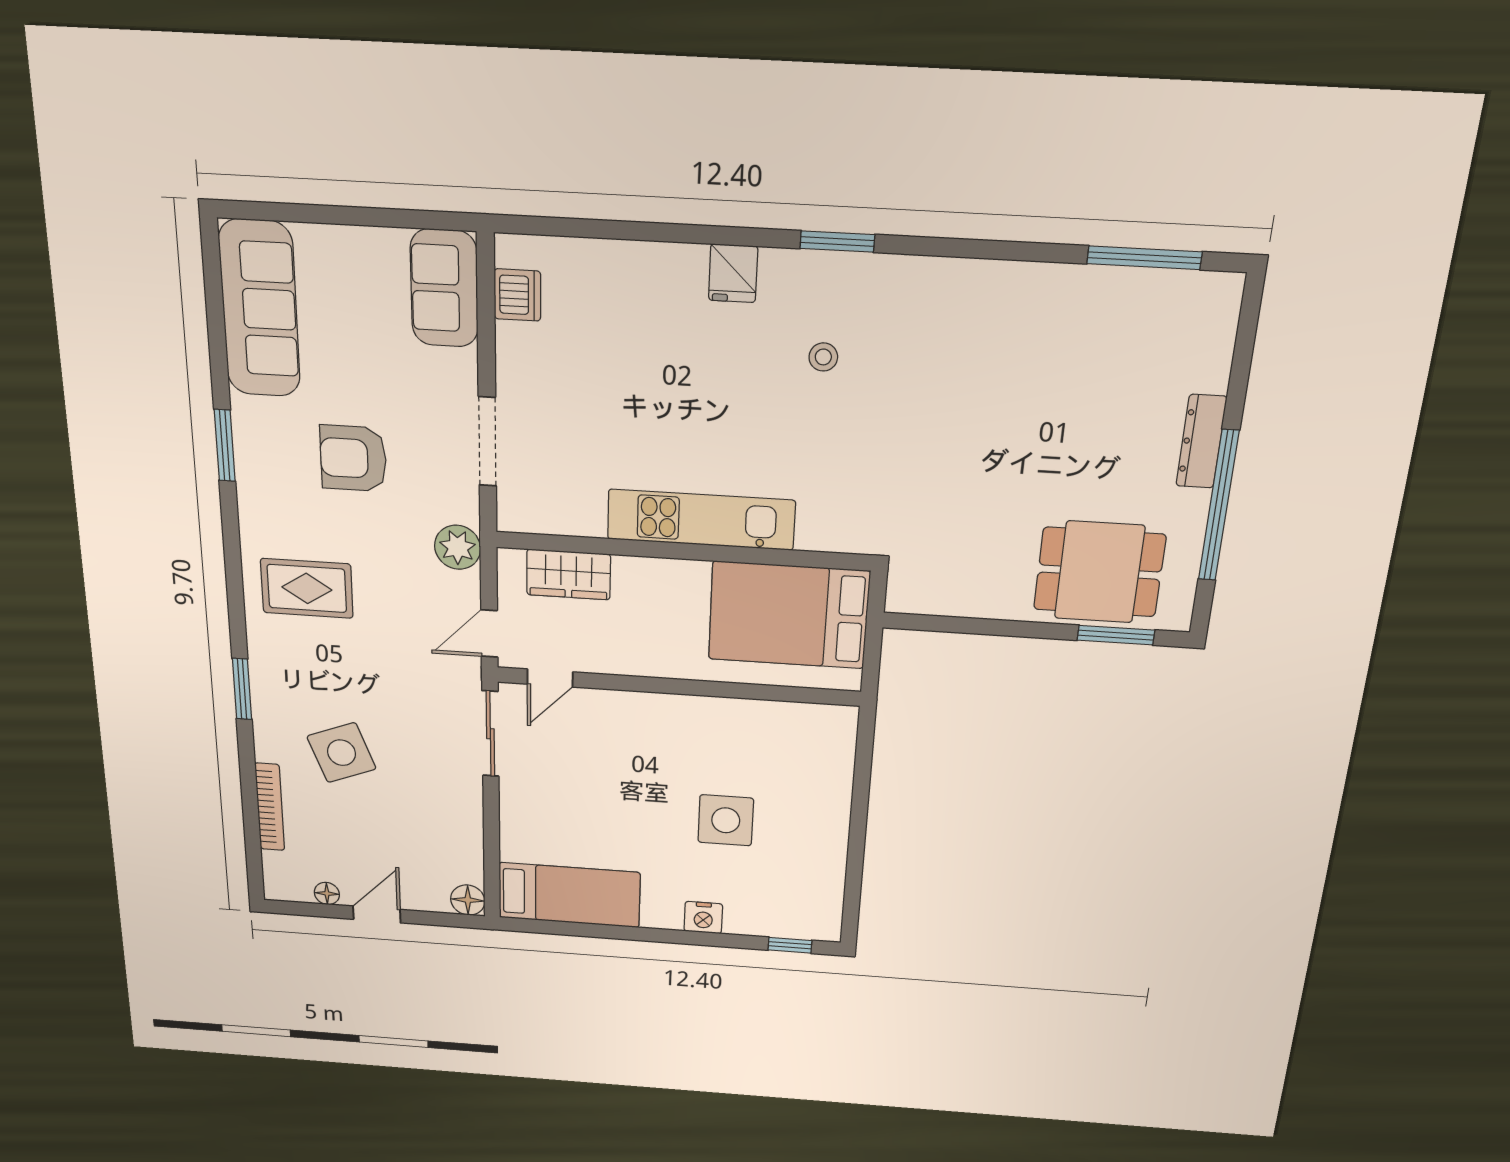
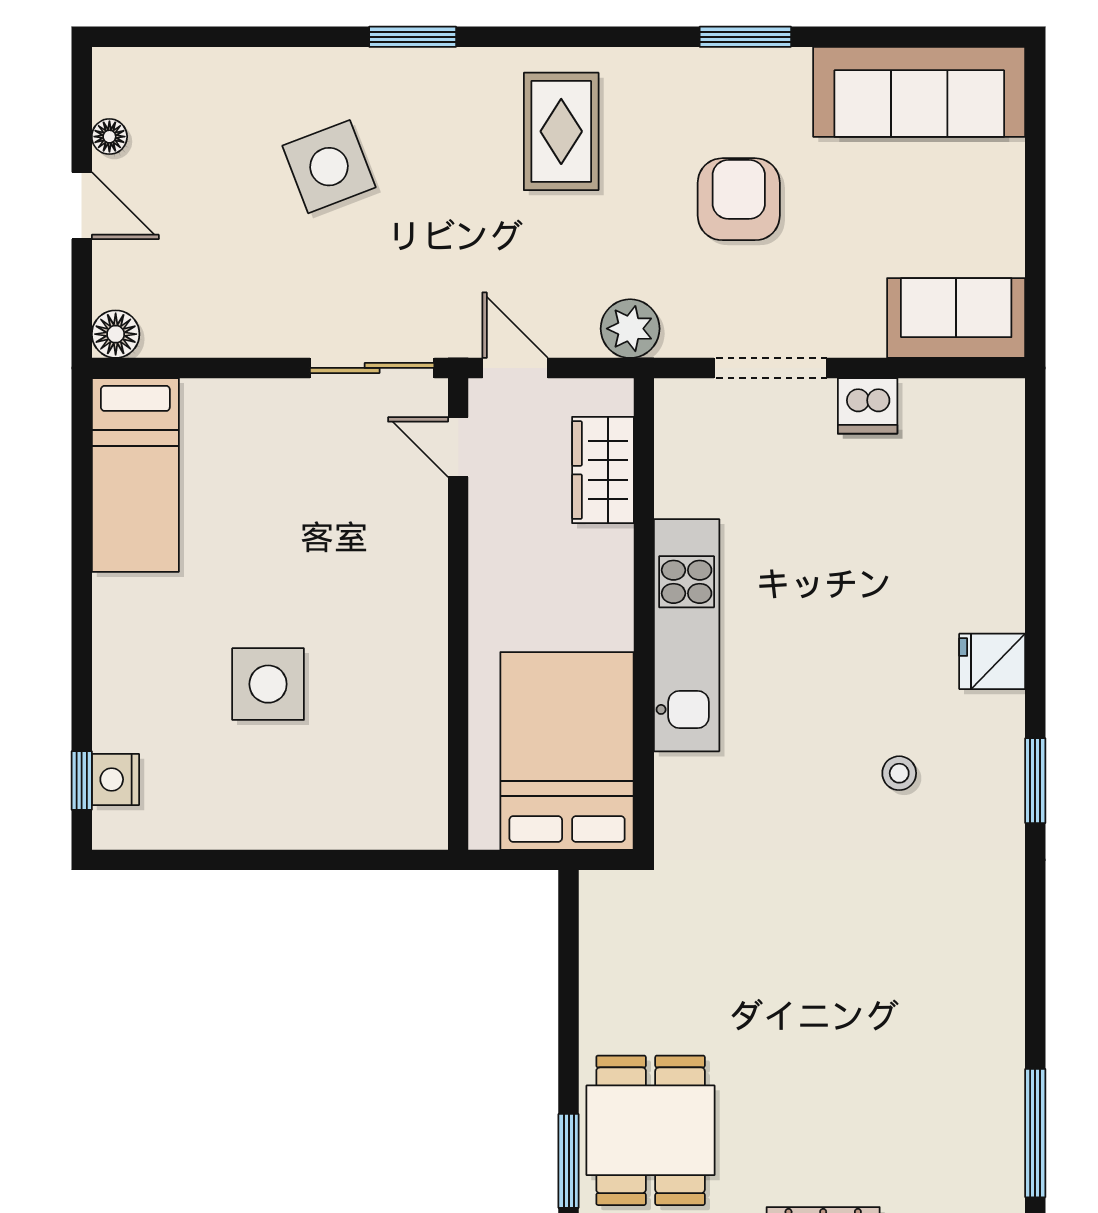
dishwasher: (517, 295) -> (868, 406), moved
bookcase: (270, 807) -> (239, 64), removed
nightstand: (703, 918) -> (115, 779), moved

